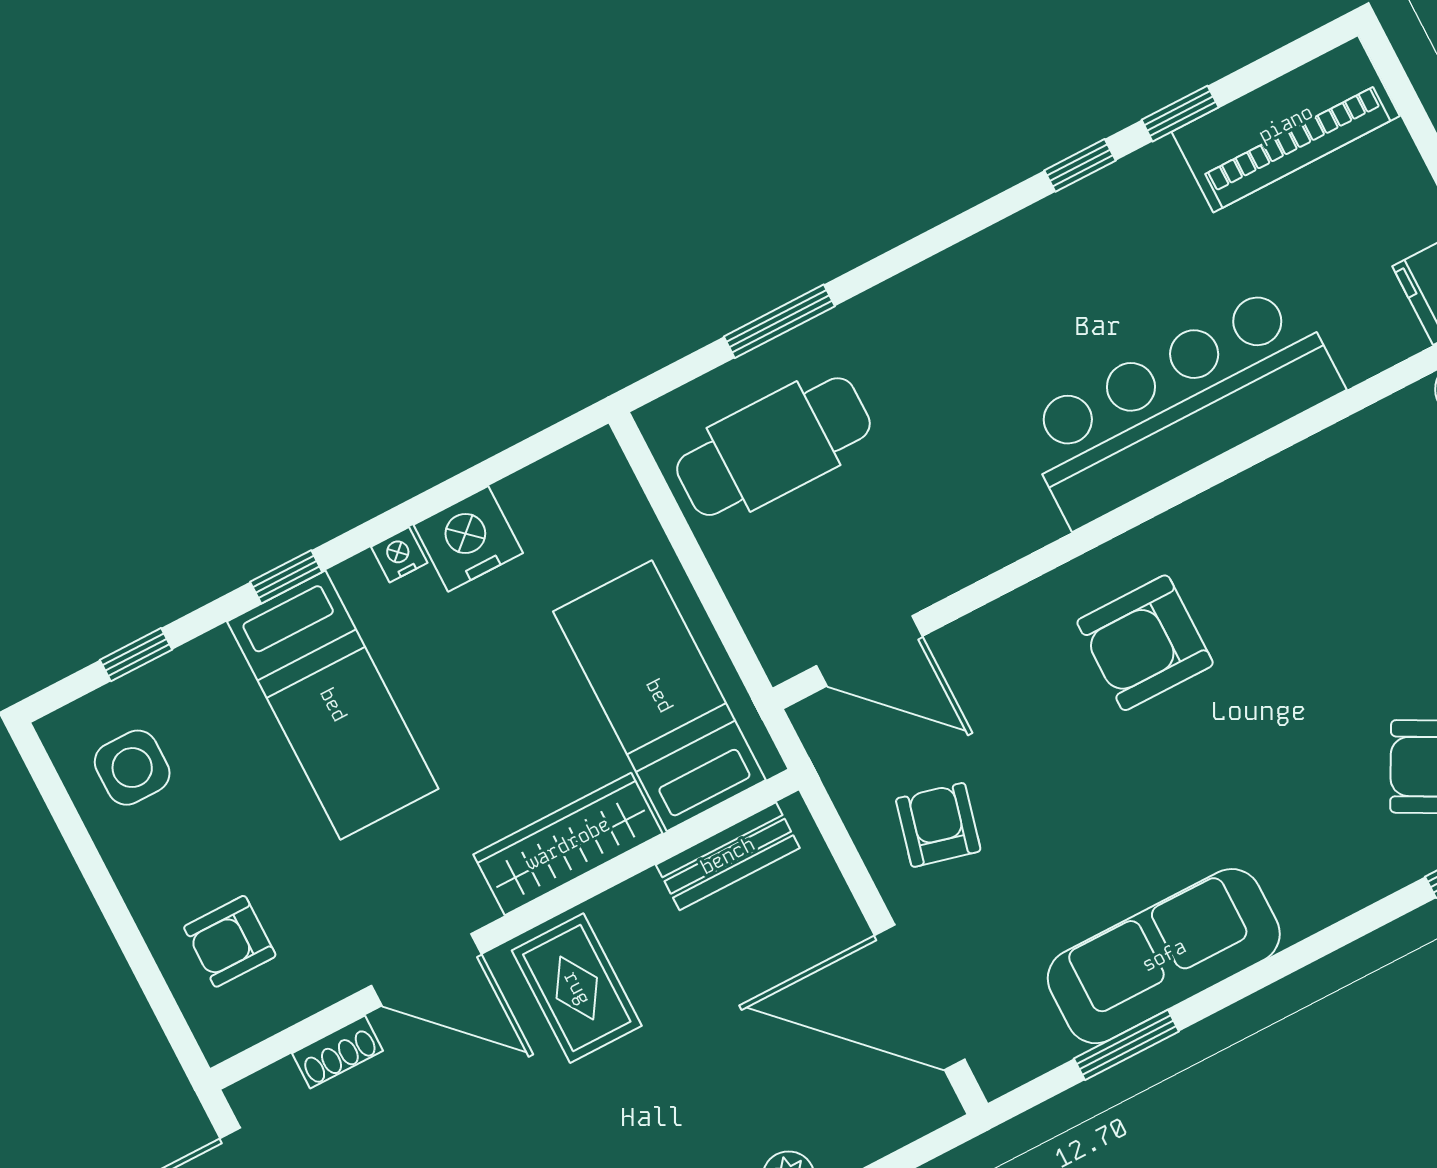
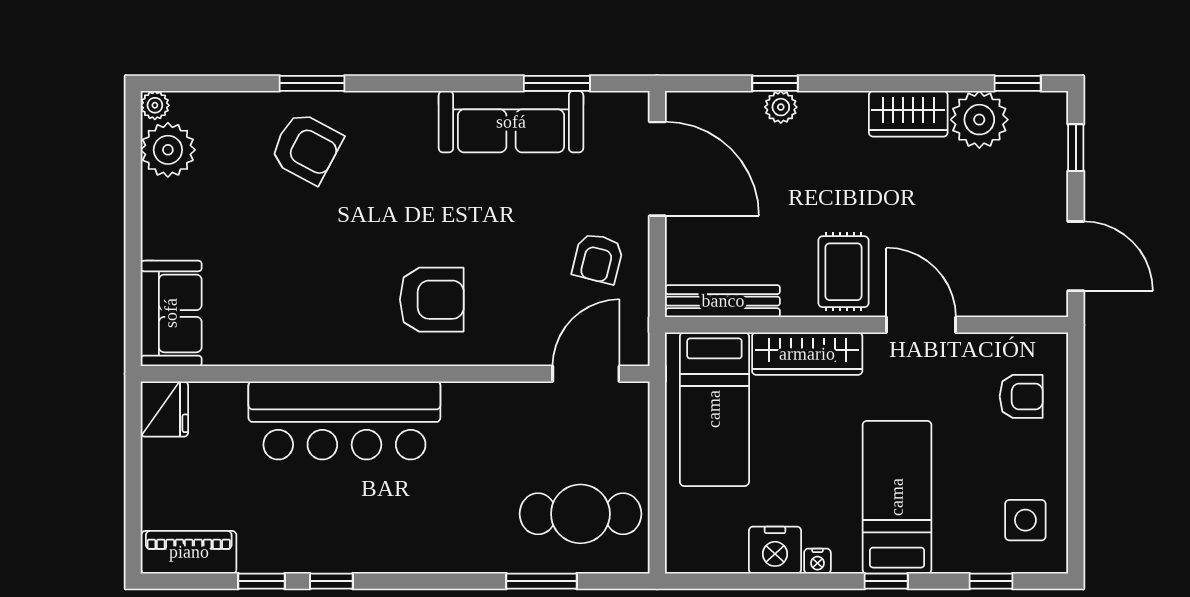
piano: (1286, 124) -> (189, 552), width x0.73, depth x0.75
door: (869, 651) -> (586, 374), hinge flipped
bench: (728, 856) -> (723, 301), width x1.36
shoe rack: (338, 1052) -> (993, 305), removed

